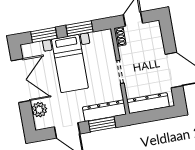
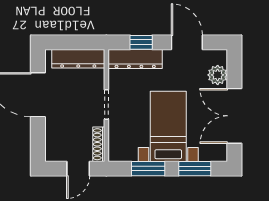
shoe rack: (120, 36) -> (99, 144), width x1.43
window: (102, 124) -> (141, 42), width x0.67

